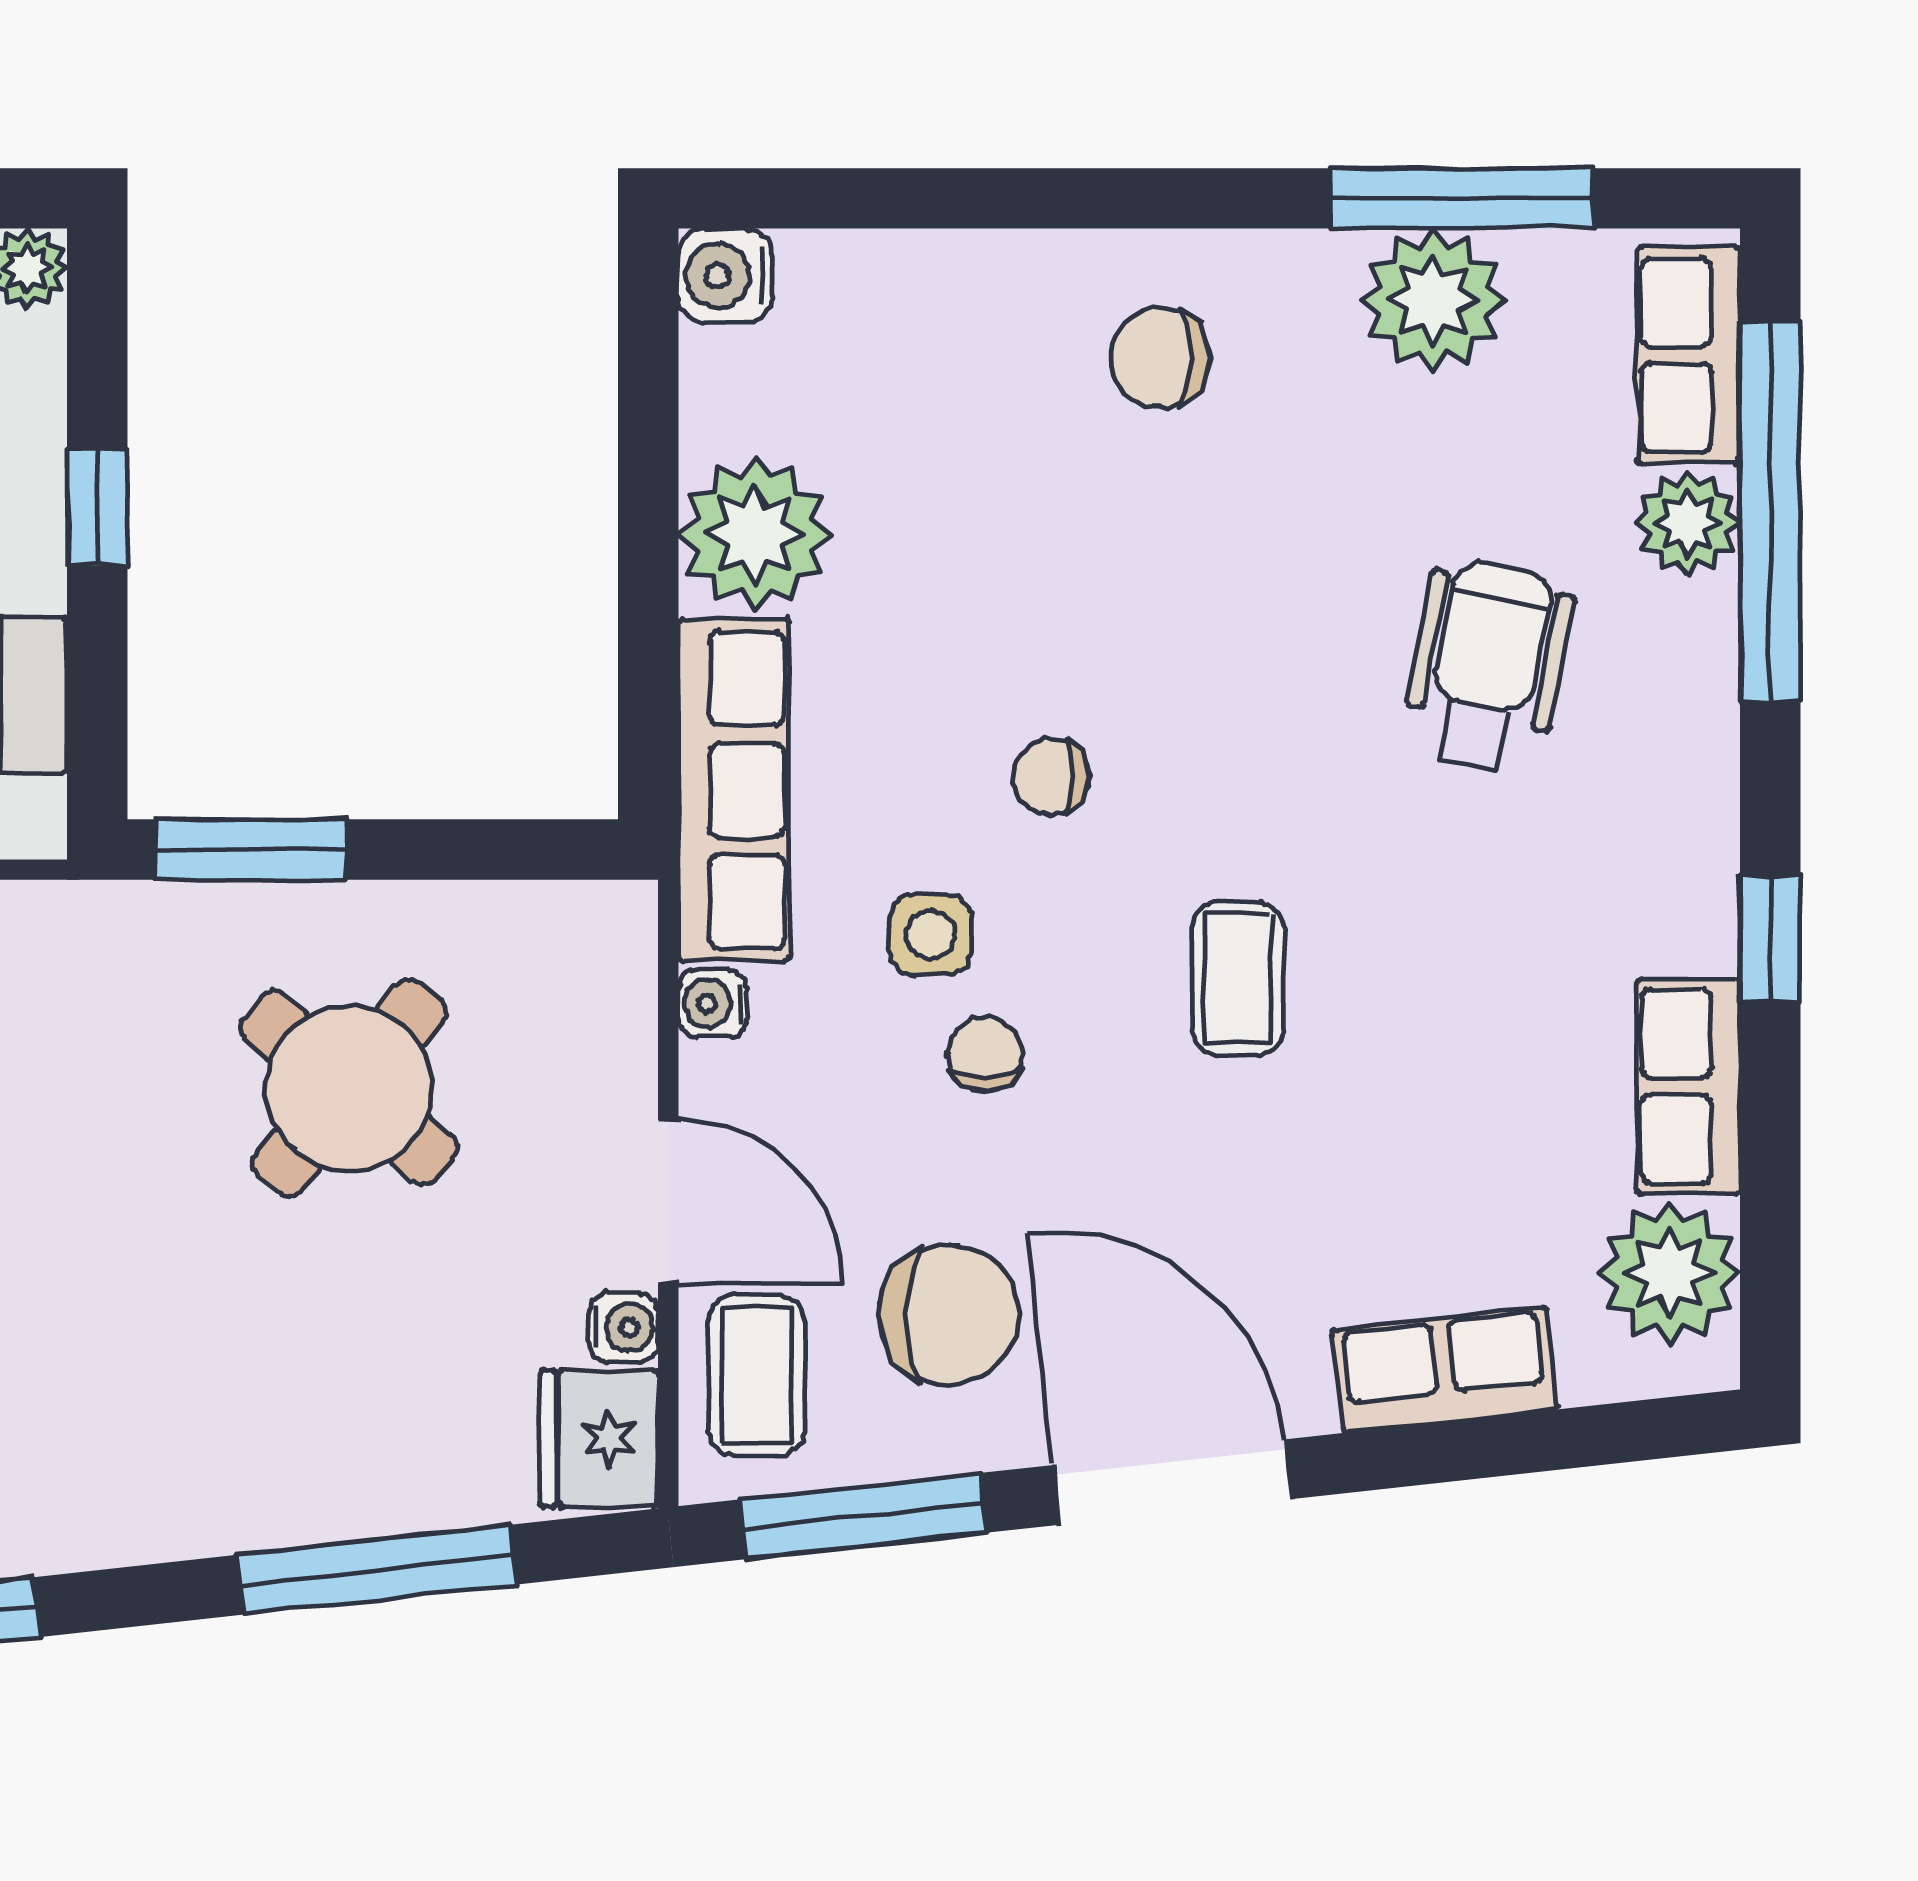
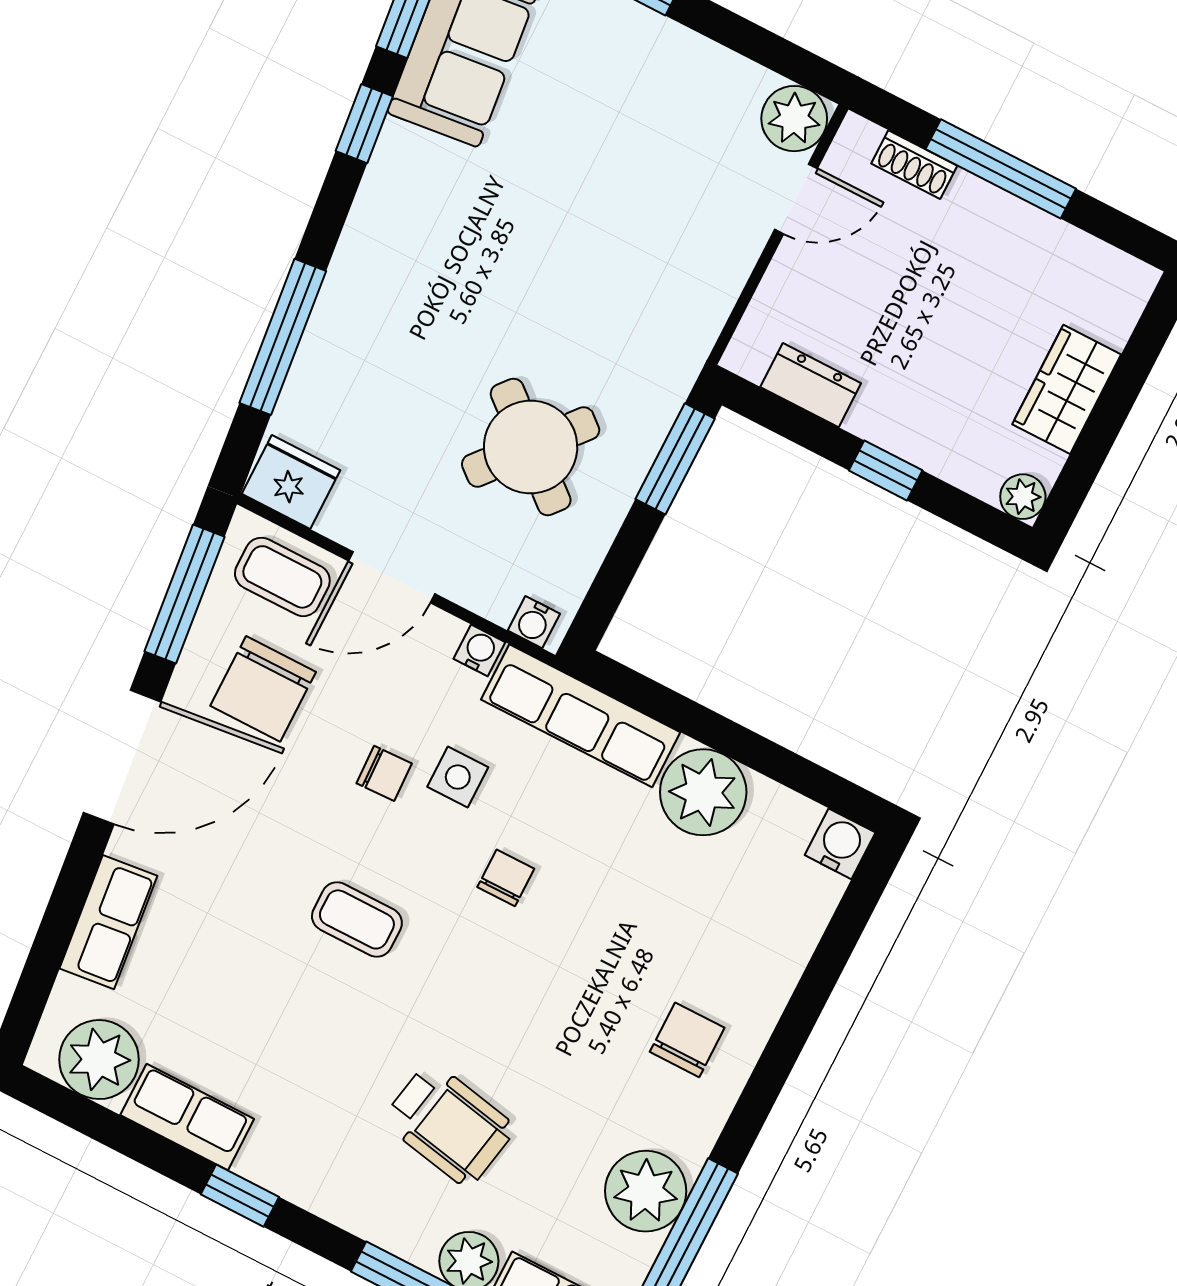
water cooler: (624, 1327) -> (534, 622), moved

